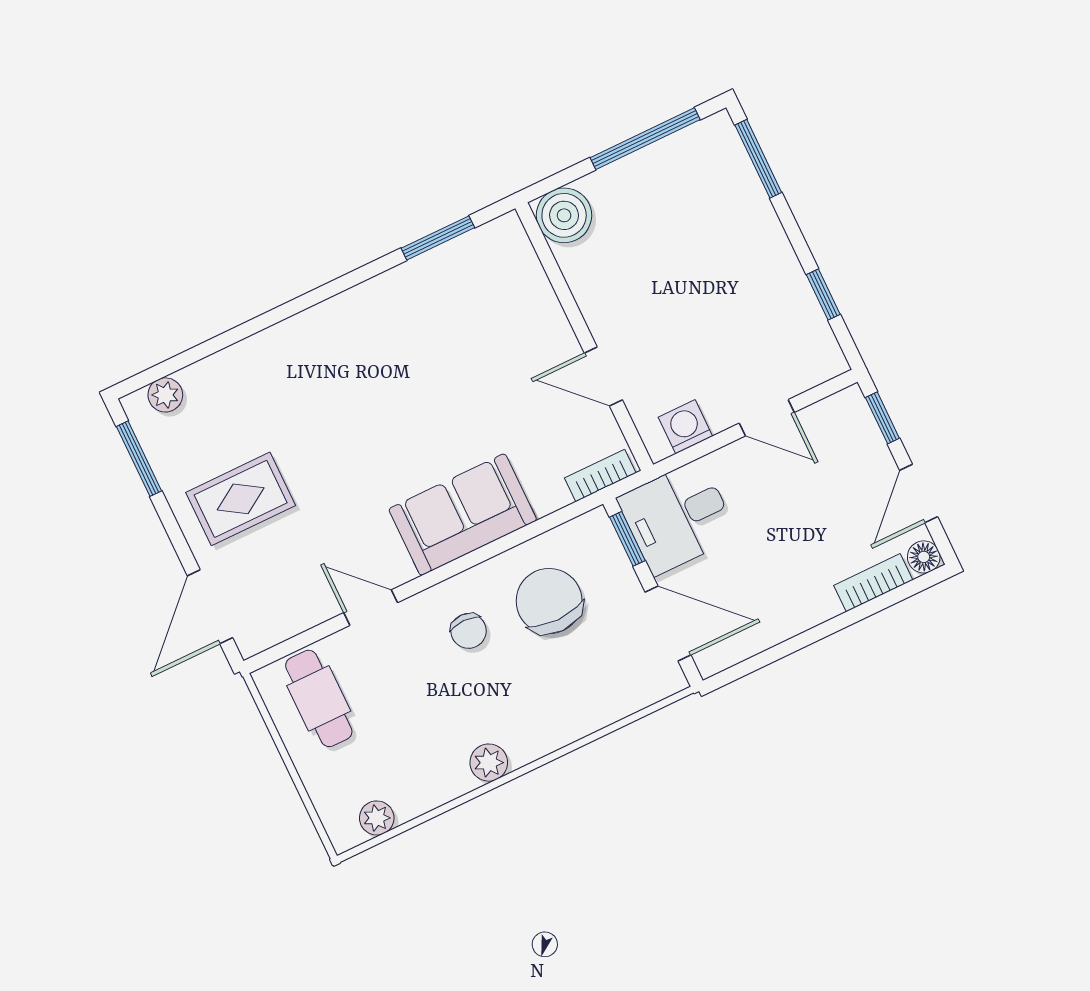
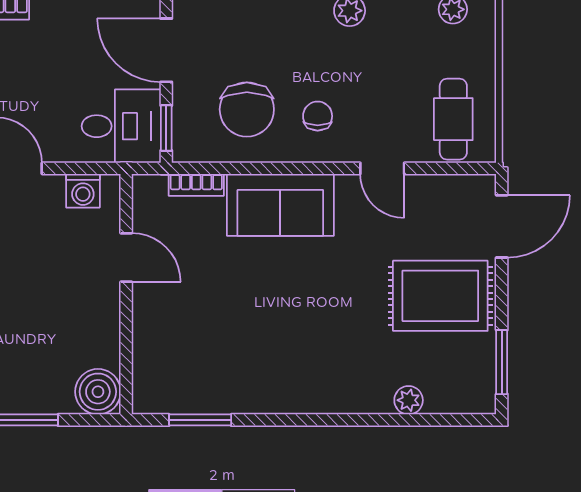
plant: (165, 395) -> (409, 400), moved
bookcase: (600, 475) -> (196, 185), moved
rug: (241, 499) -> (440, 296), width x1.36, depth x1.43

